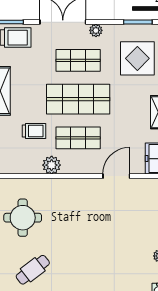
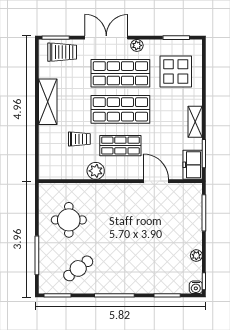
shop shelf: (78, 60) -> (120, 73), width x1.43, depth x1.36
door: (116, 176) -> (156, 181), hinge flipped

